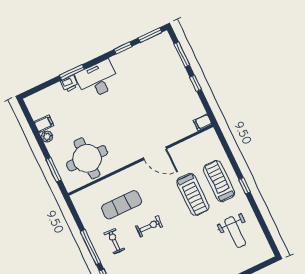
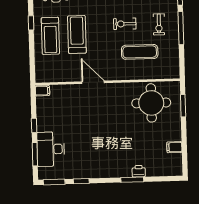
desk: (97, 80) -> (51, 149), moved, turned 90
plant: (47, 137) -> (176, 136), removed

